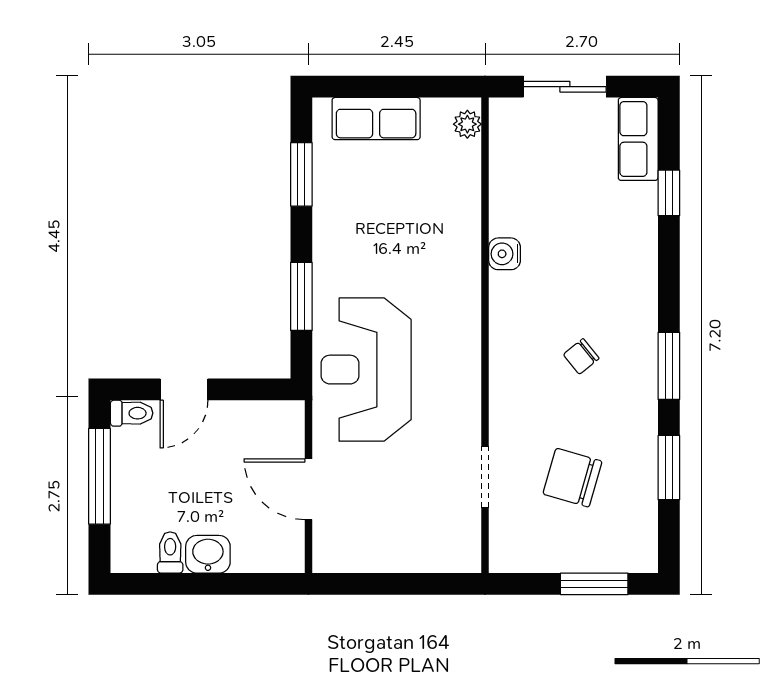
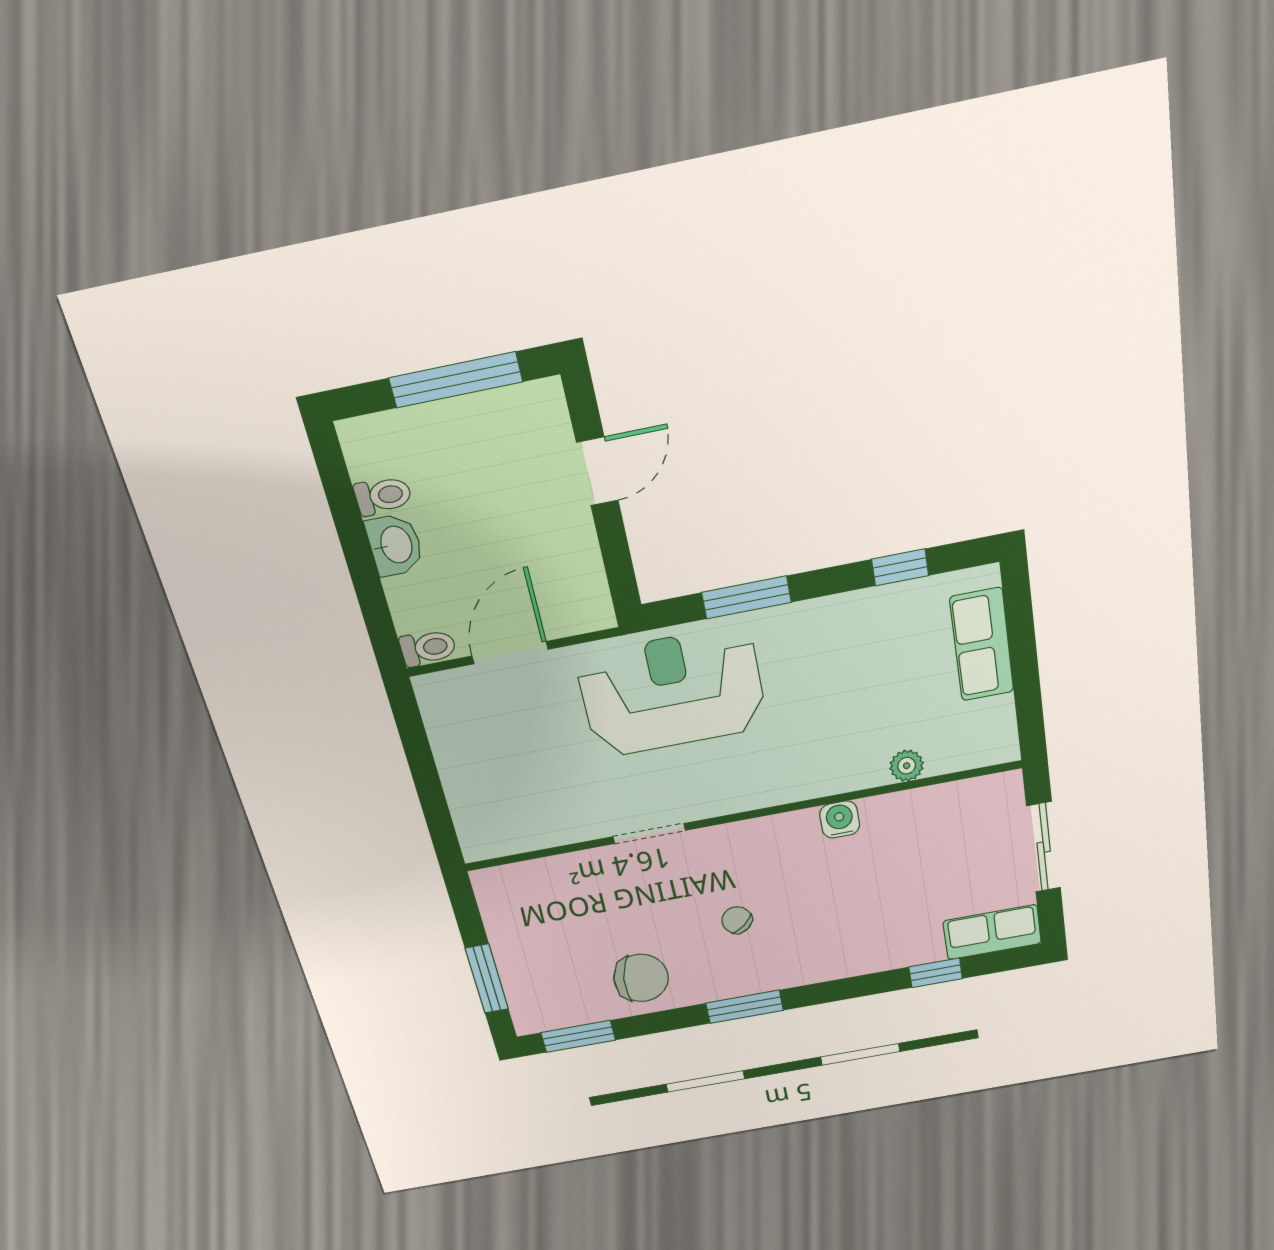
plant: (467, 124) -> (907, 766), moved
window: (301, 174) -> (900, 567), width x0.67
door: (184, 389) -> (597, 471), swing flipped
toilet: (132, 413) -> (428, 648), moved, turned -90
window: (669, 468) -> (578, 1036), moved
doorway: (485, 477) -> (649, 833), moved
chair: (572, 478) -> (641, 978), moved, turned 82

